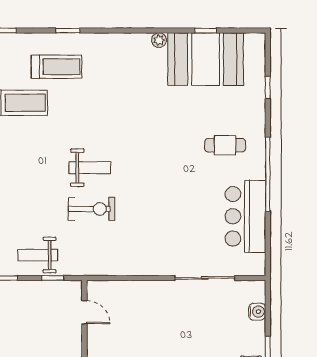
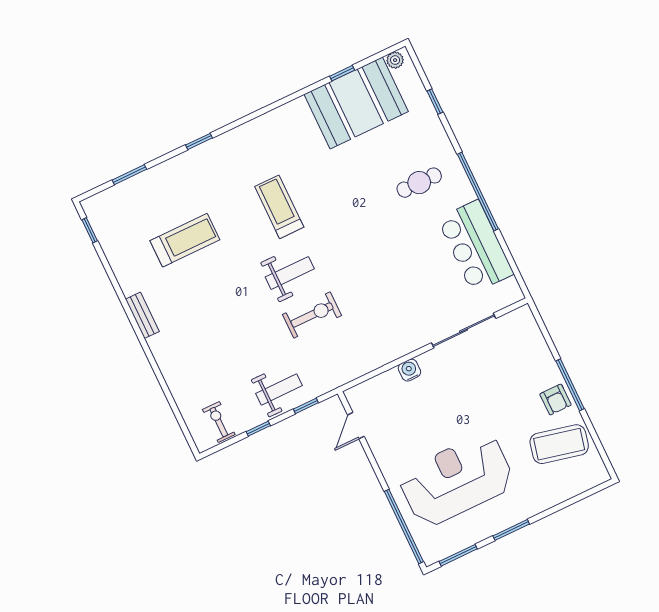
plant: (159, 40) -> (395, 60), moved
treadmill: (57, 67) -> (279, 207), moved, turned -90
weight bench: (38, 255) -> (279, 390), turned 180
door: (84, 312) -> (356, 426), swing flipped
water cooler: (257, 312) -> (409, 370), moved, turned -90

